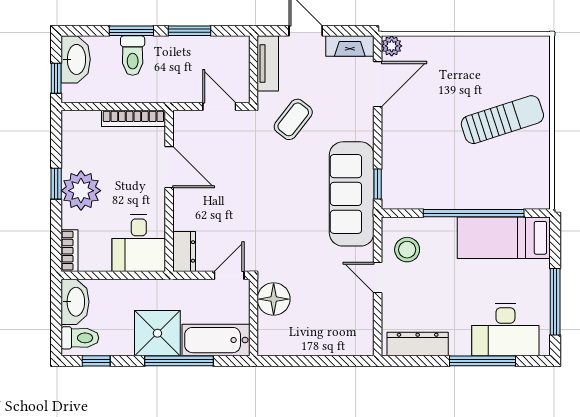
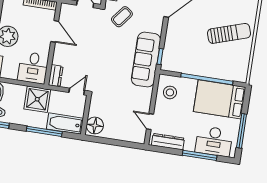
bed: (504, 238) -> (220, 99), width x1.50
door: (378, 278) -> (150, 122), moved
floor lamp: (274, 299) -> (95, 125), moved
shower: (157, 333) -> (37, 99), moved

